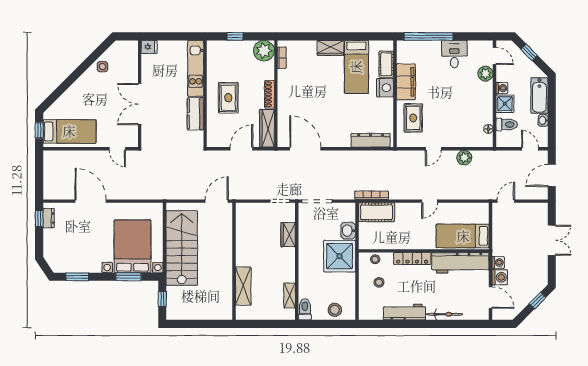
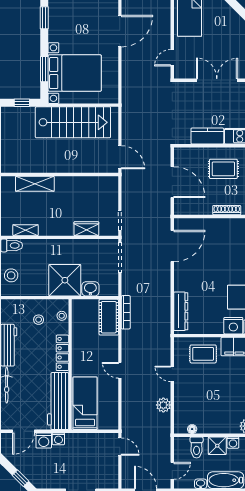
wardrobe: (267, 128) -> (193, 208), removed
door: (241, 149) -> (172, 182), width x1.36

